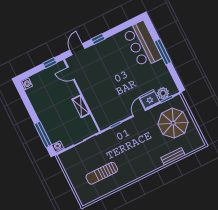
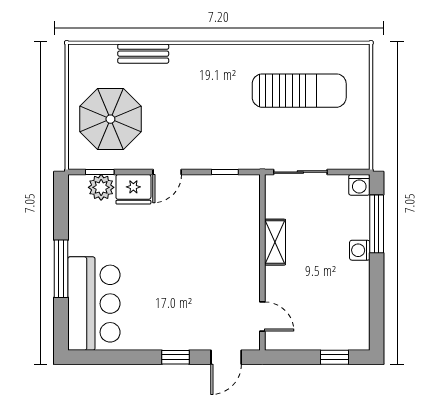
window: (50, 63) -> (334, 357), moved
washing machine: (26, 84) -> (360, 250), moved
sun lounger: (102, 173) -> (299, 91), width x1.36, depth x1.34

